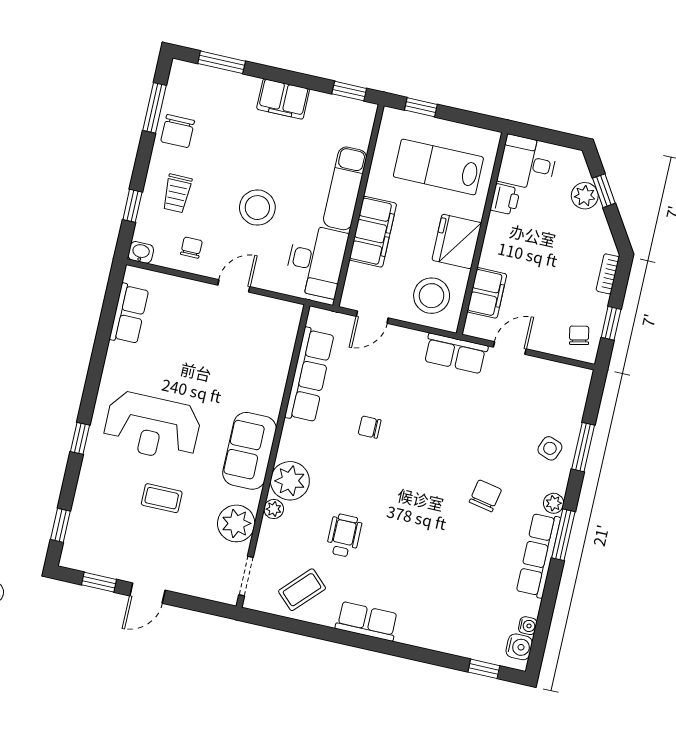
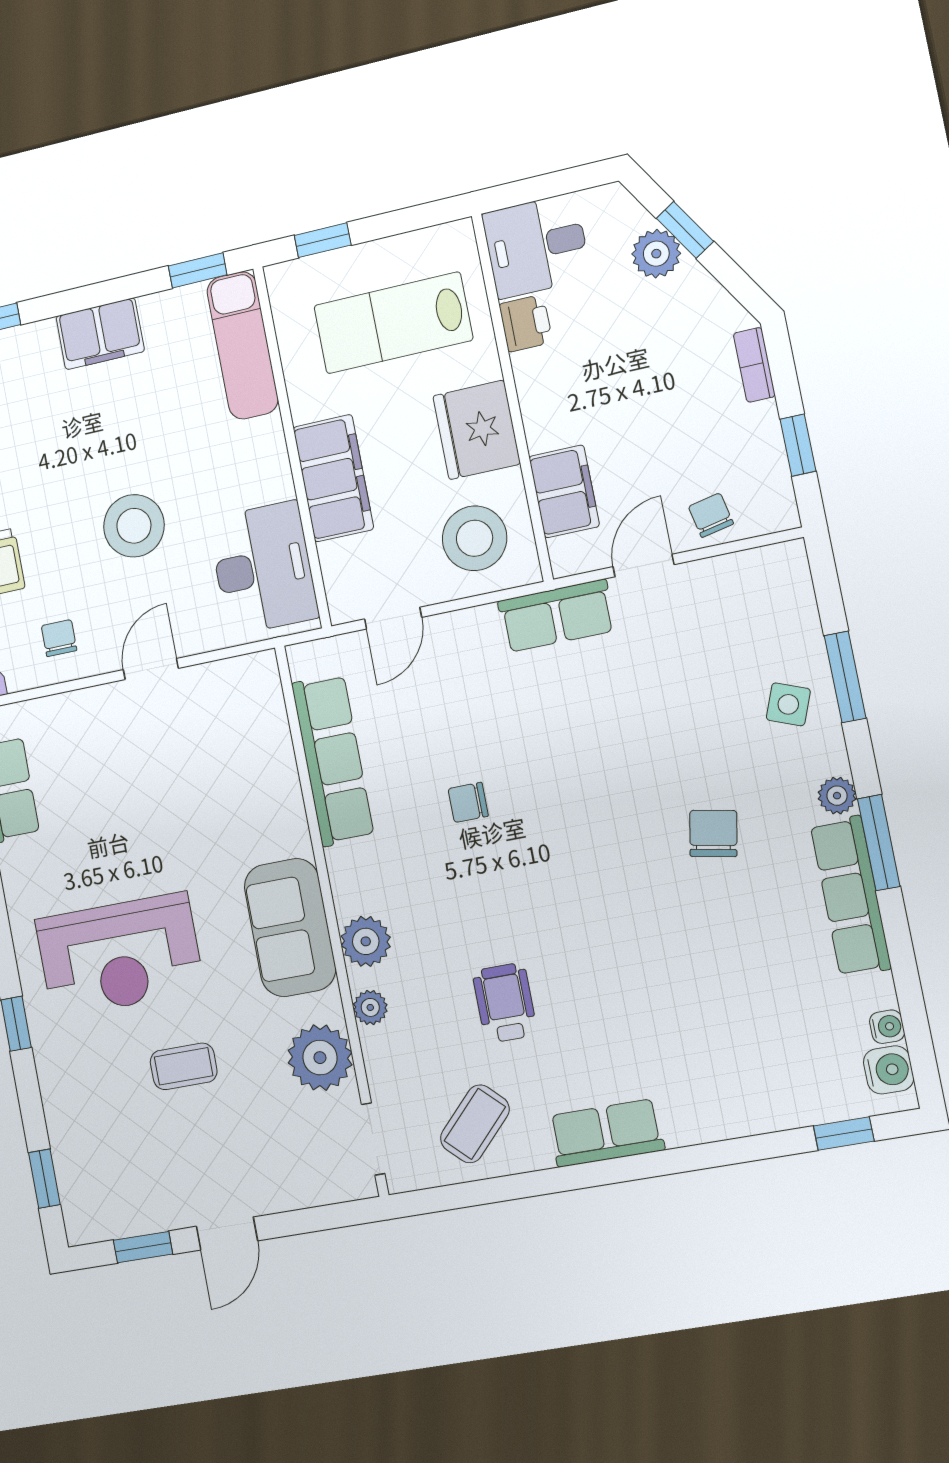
exam couch: (345, 188) -> (243, 345), moved
chair: (579, 335) -> (711, 515), moved
plant: (290, 481) -> (366, 941), width x0.73, depth x0.73

